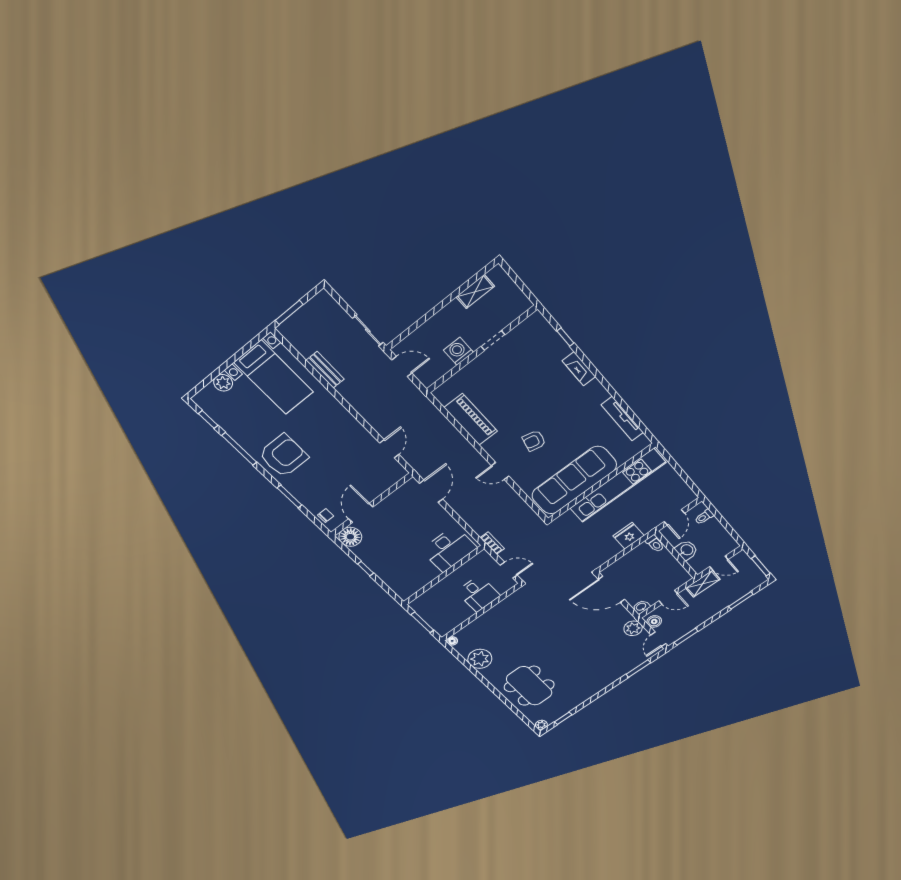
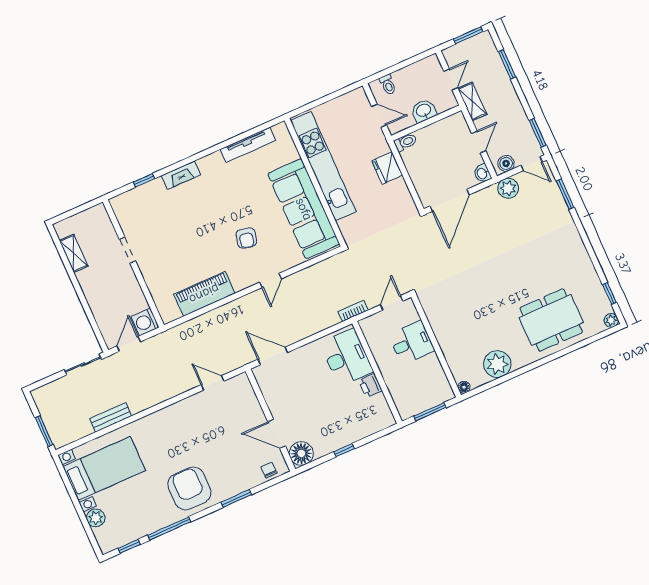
washing machine: (458, 351) -> (145, 322), moved
printer: (430, 573) -> (370, 386), added

